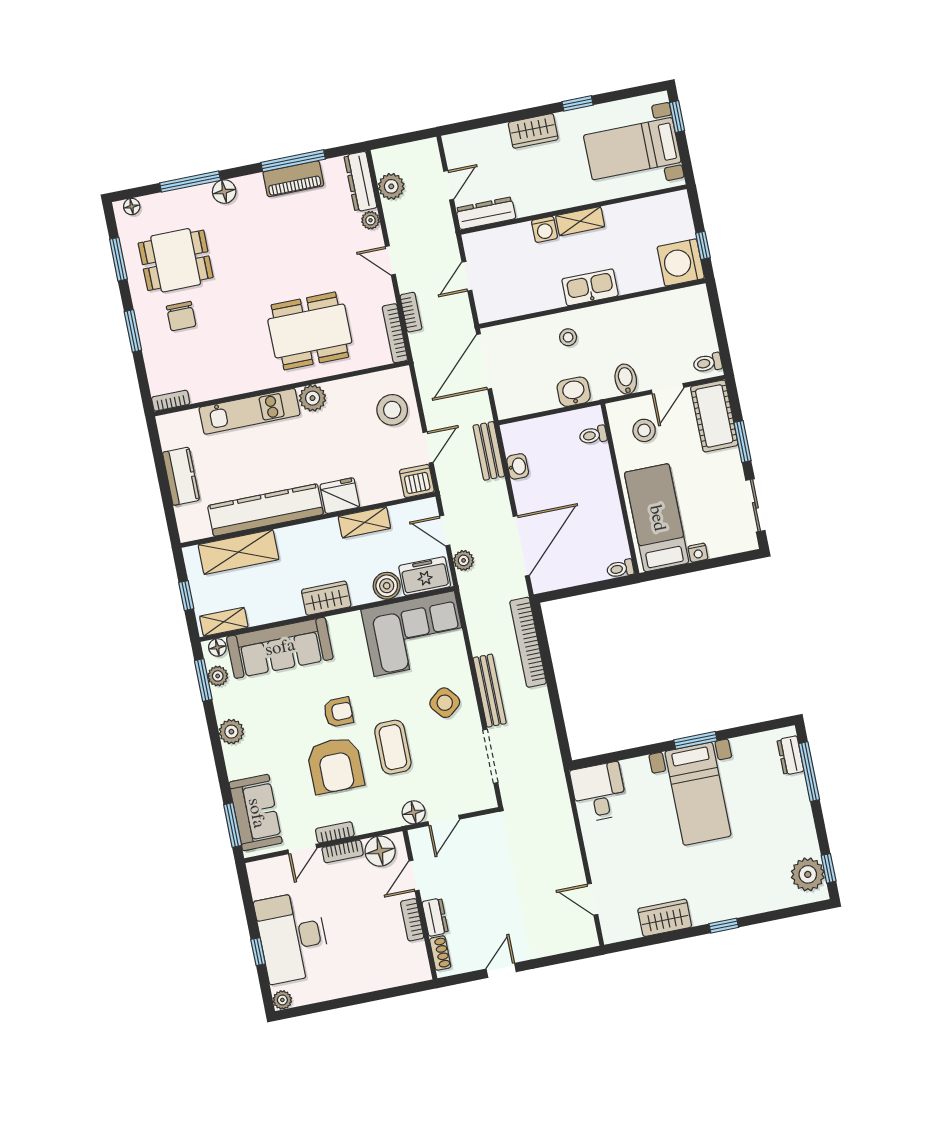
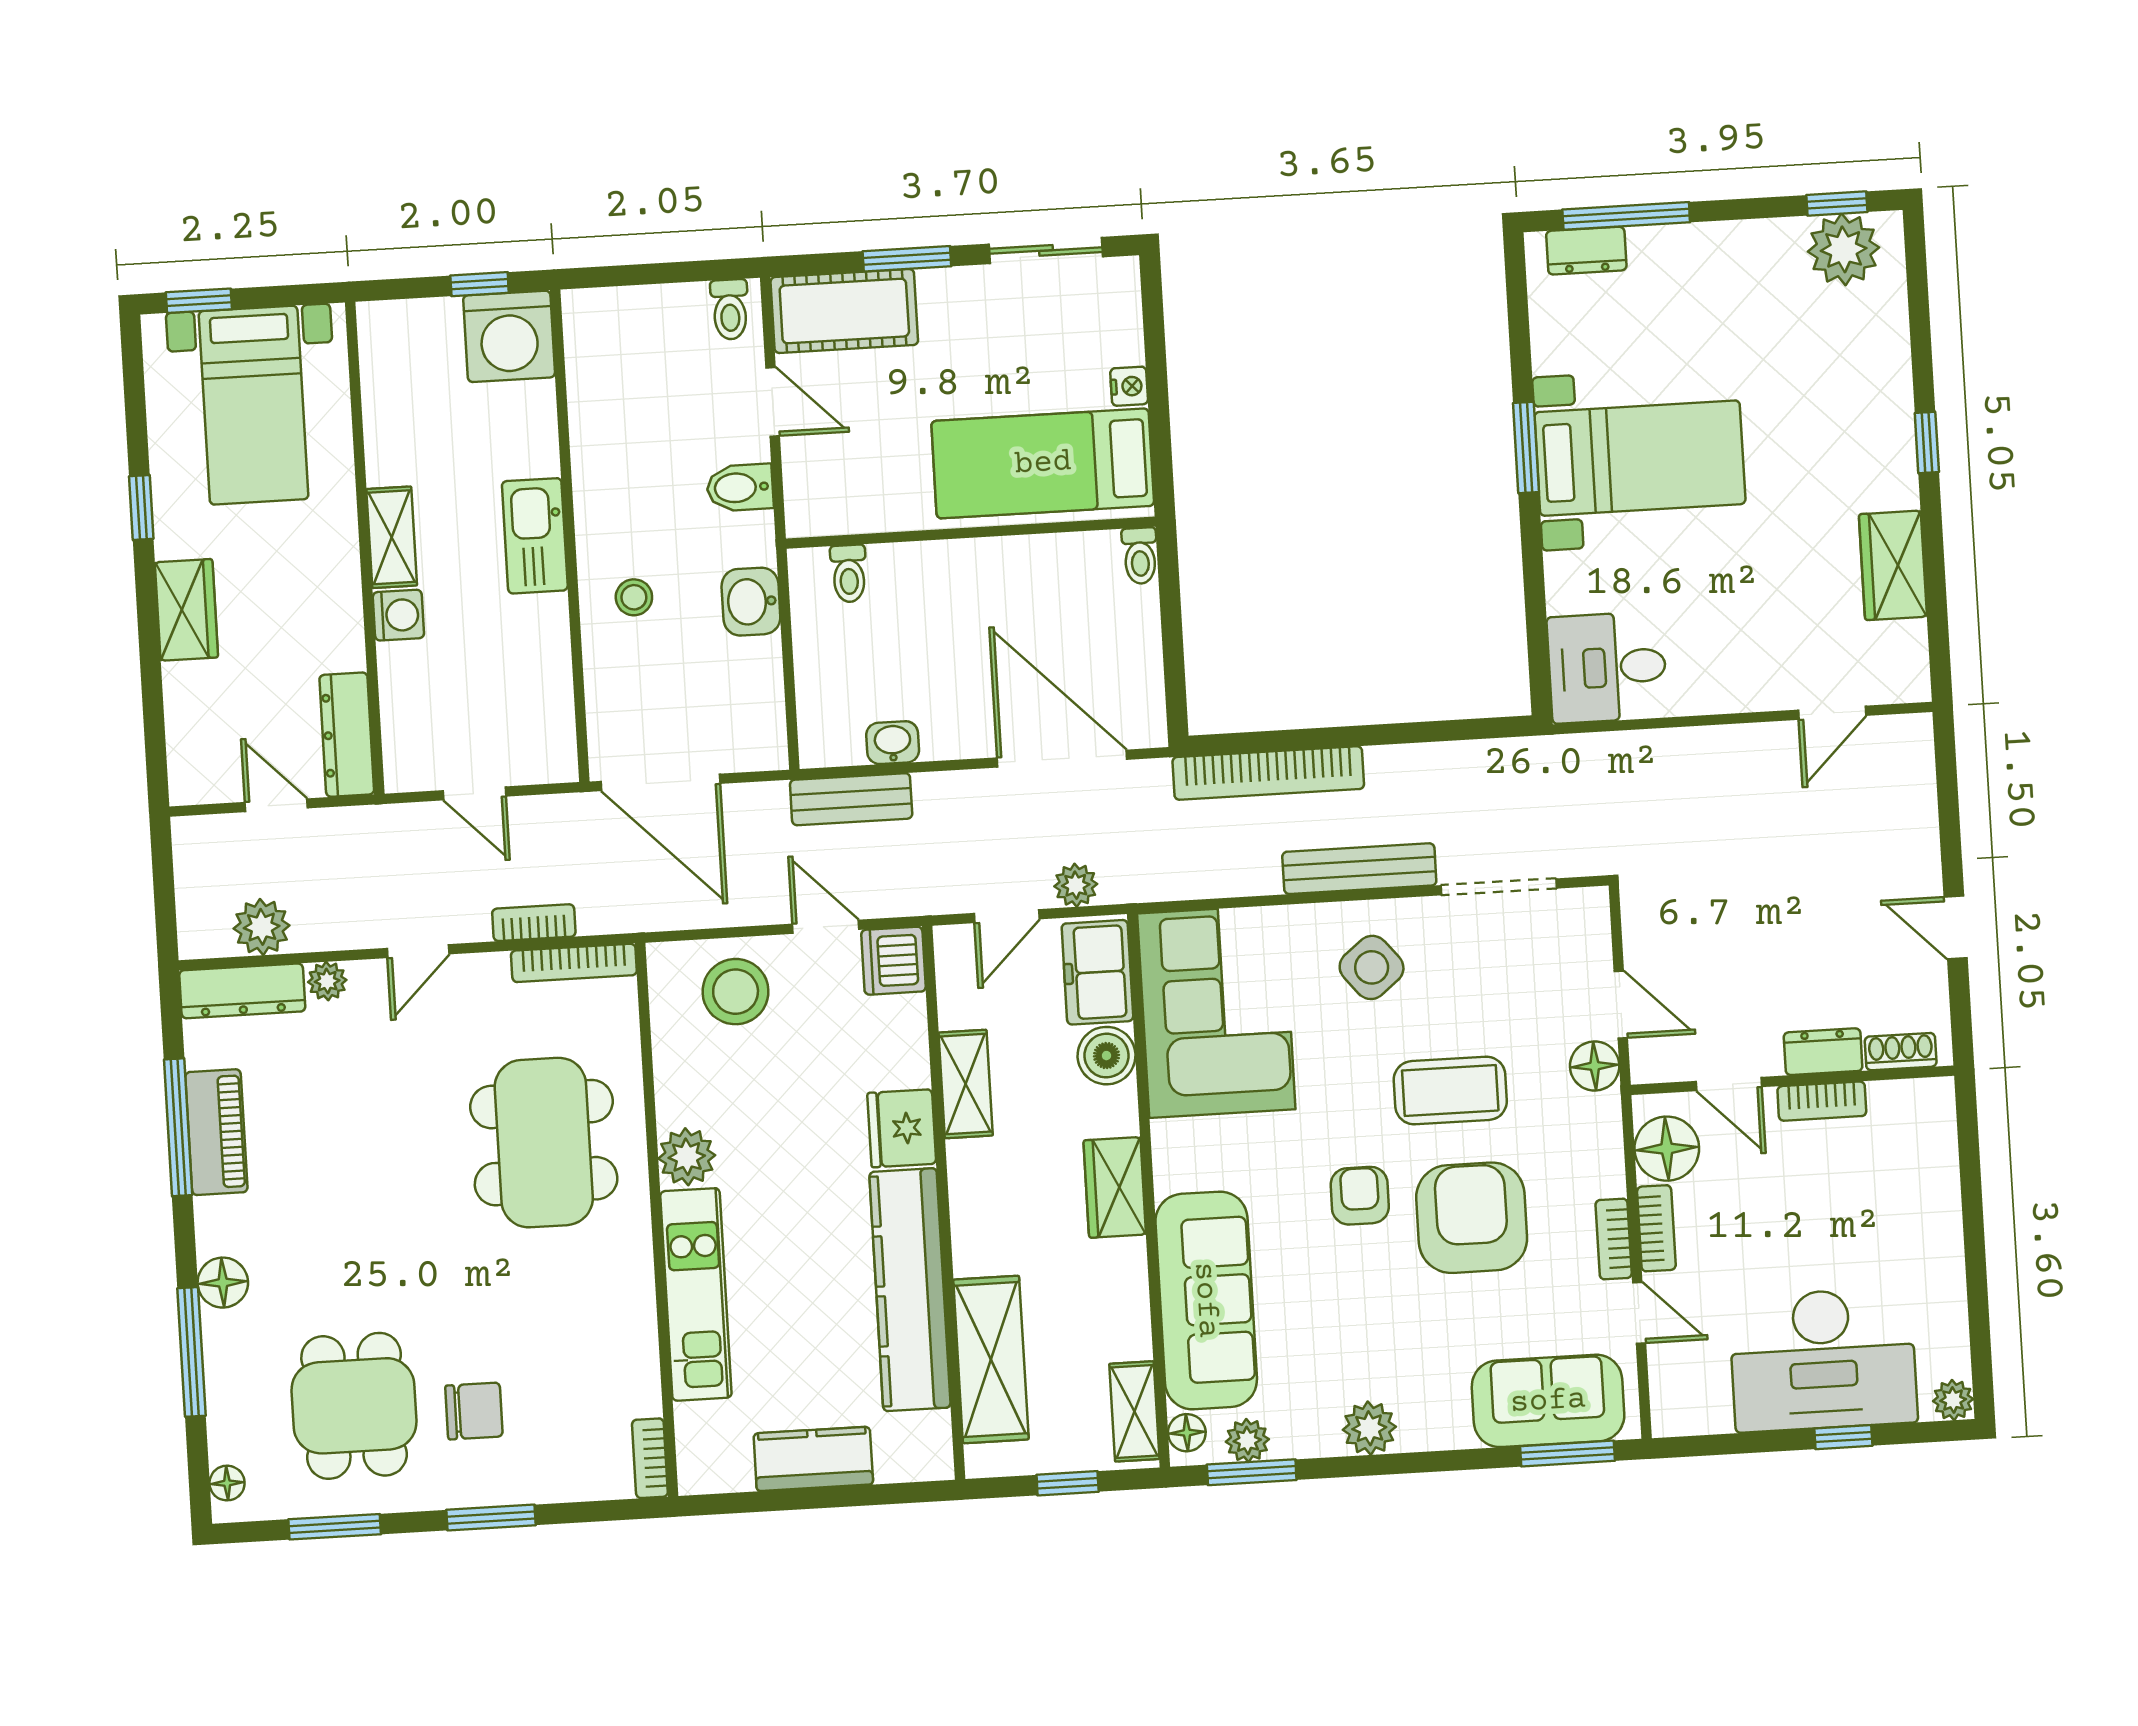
stool: (644, 430) -> (854, 464), removed
armchair: (335, 765) -> (1472, 1218), turned -90

